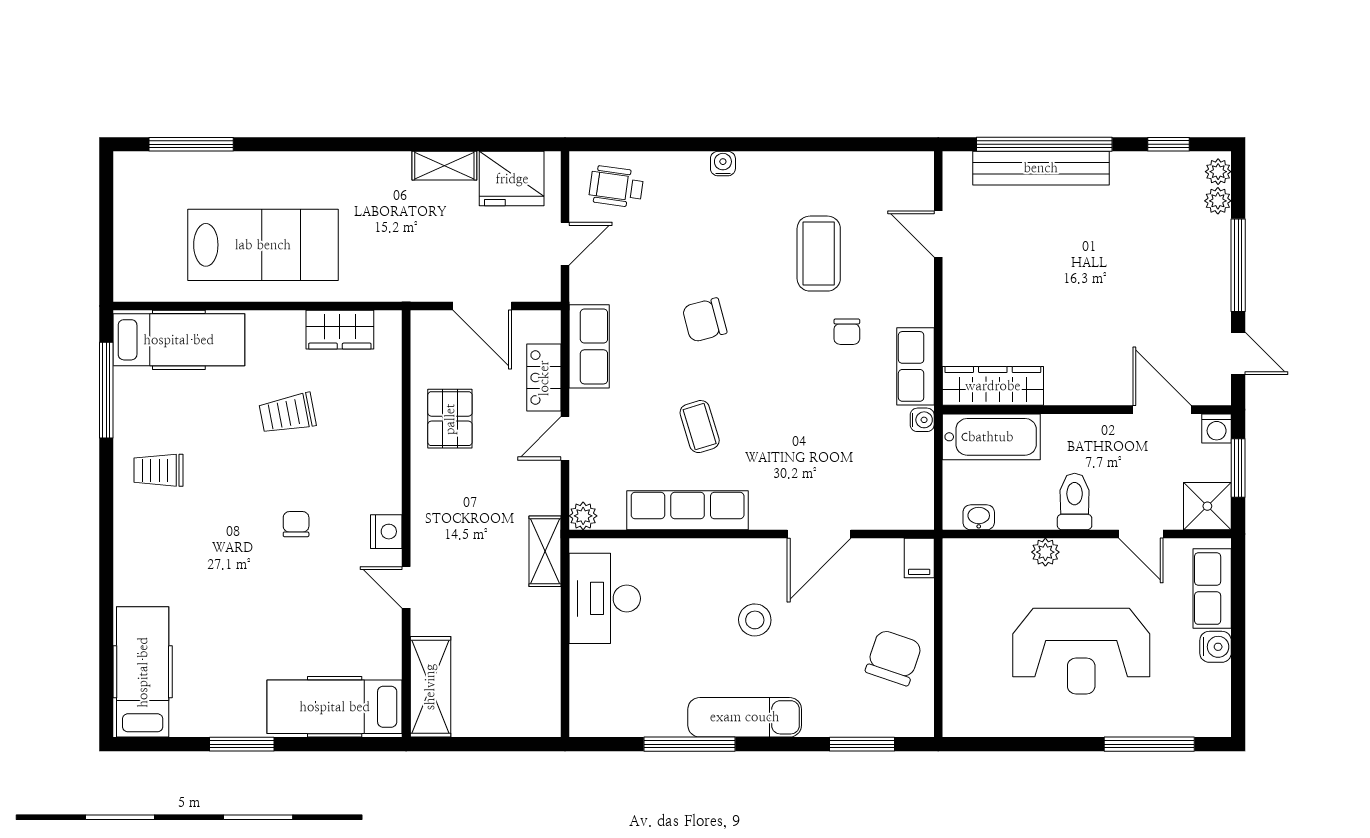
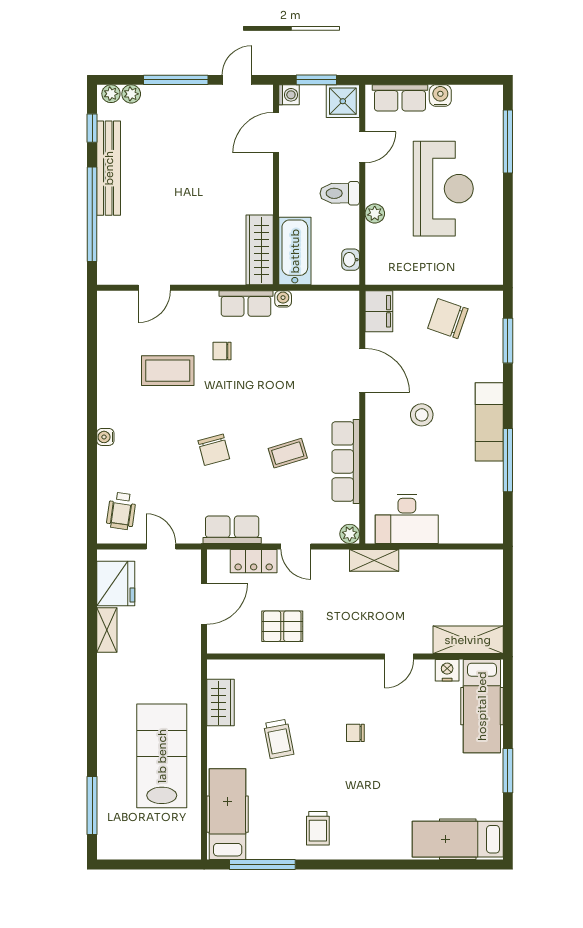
bench: (1041, 168) -> (109, 168), moved
chair: (847, 332) -> (222, 351), turned 180
nightstand: (386, 532) -> (447, 670), moved
filing cabinet: (919, 558) -> (379, 311), width x2.00

